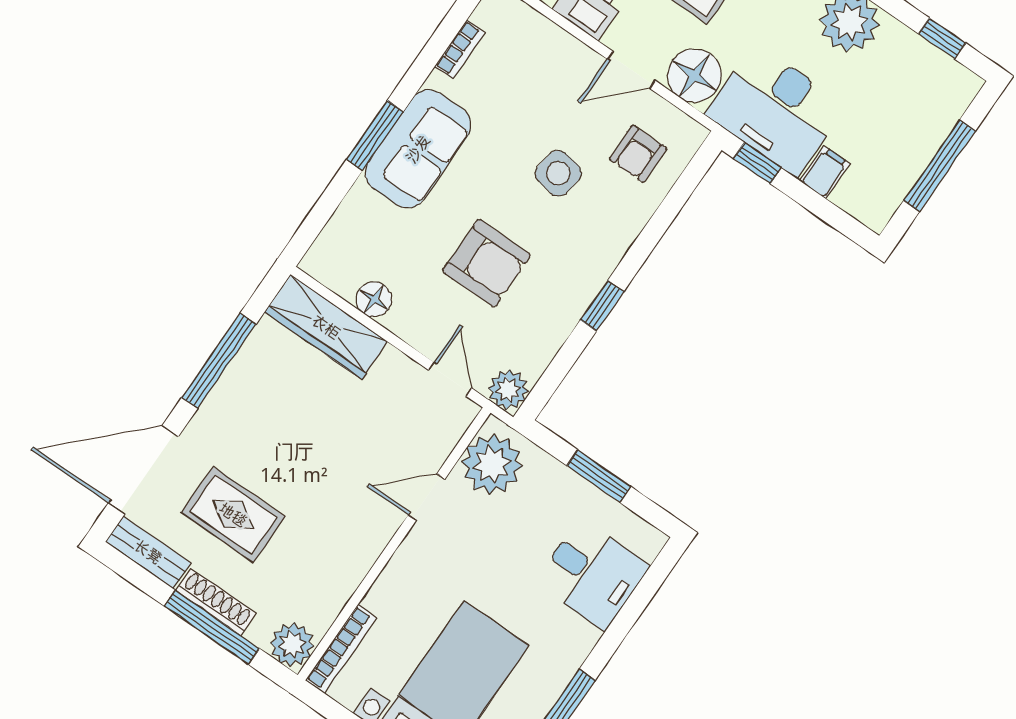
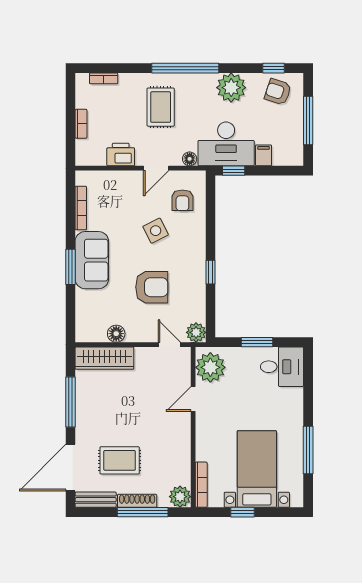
bookcase: (460, 49) -> (81, 208), width x1.56
floor lamp: (694, 75) -> (190, 159), width x0.53, depth x0.53
armchair: (922, 83) -> (278, 92), added
side table: (558, 173) -> (156, 231), turned -36
desk: (592, 574) -> (282, 367), moved

